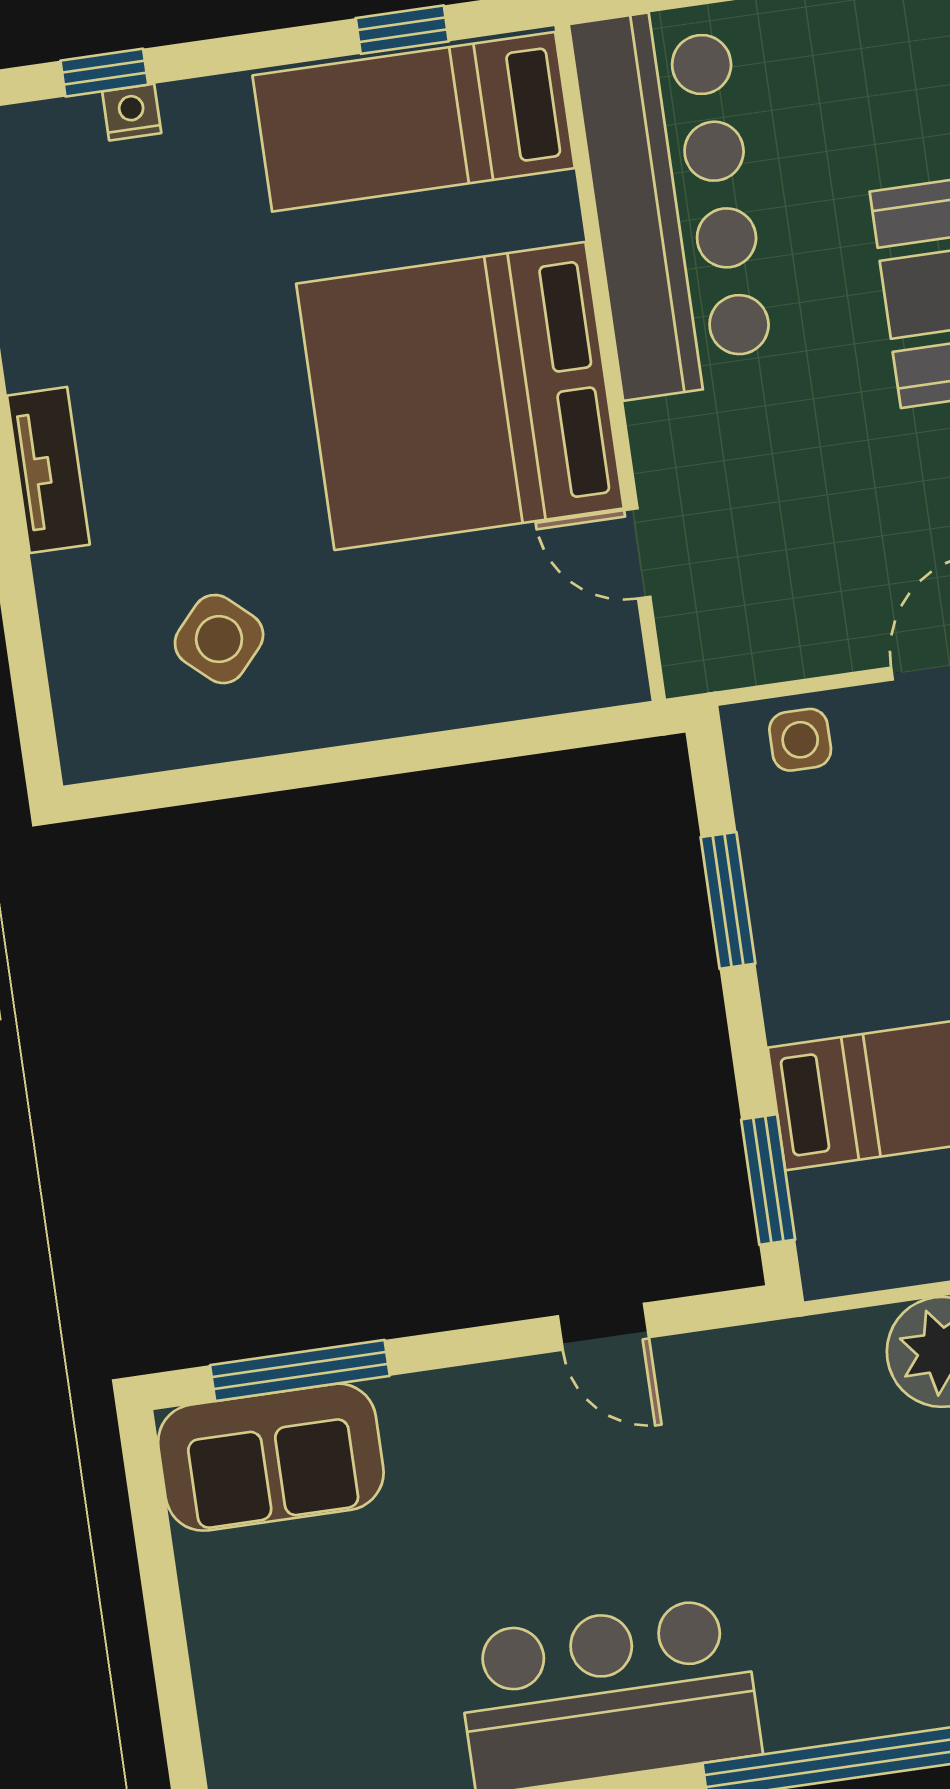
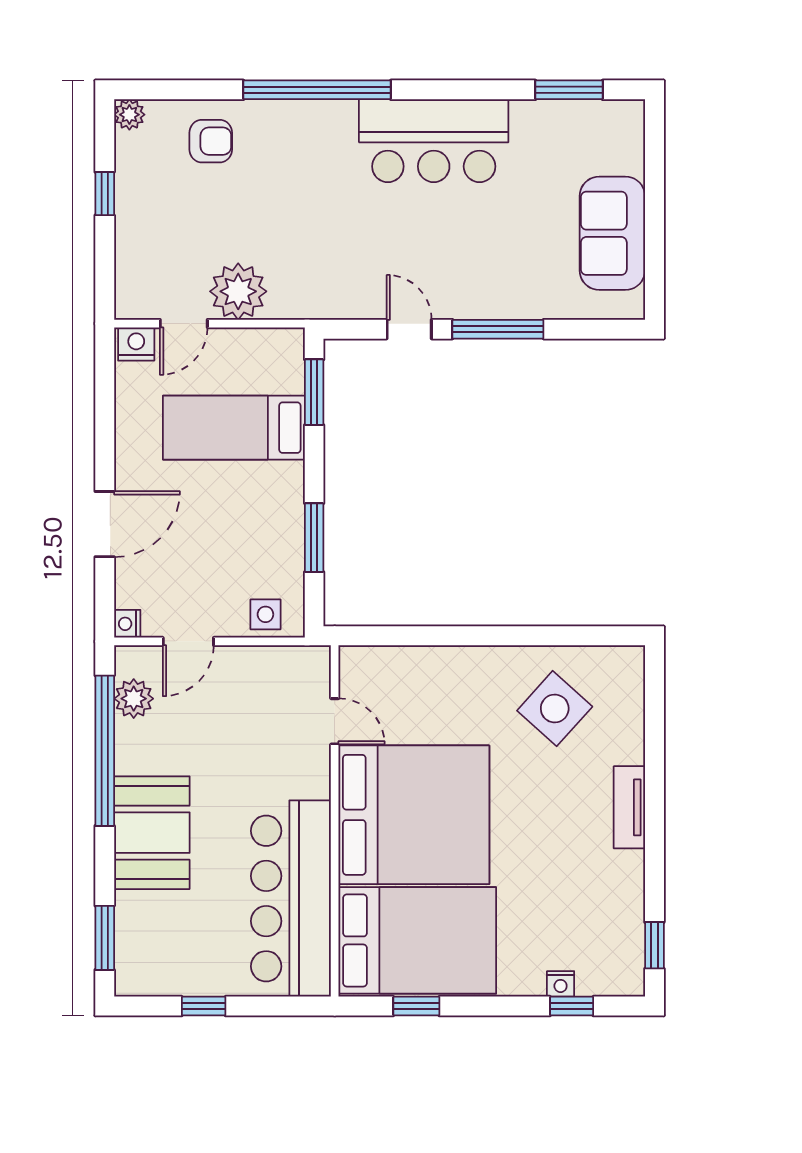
bed: (414, 122) -> (417, 940), width x1.50
side table: (219, 639) -> (555, 709), width x1.37, depth x1.37
window: (300, 1371) -> (498, 329), moved
sofa: (271, 1457) -> (612, 233), moved, turned -90

